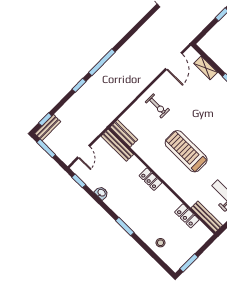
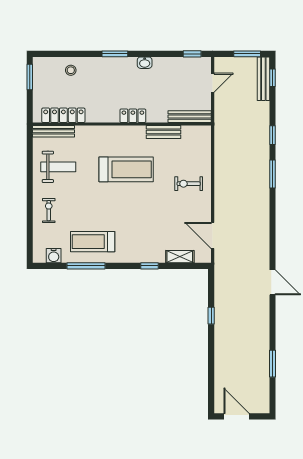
window: (102, 62) -> (272, 174), width x0.69
bench: (48, 128) -> (263, 79), width x1.36
bench: (124, 133) -> (163, 132), moved
door: (84, 152) -> (213, 83), swing flipped
washbasin: (101, 193) -> (145, 63), moved
locker: (187, 216) -> (63, 115), width x1.53

